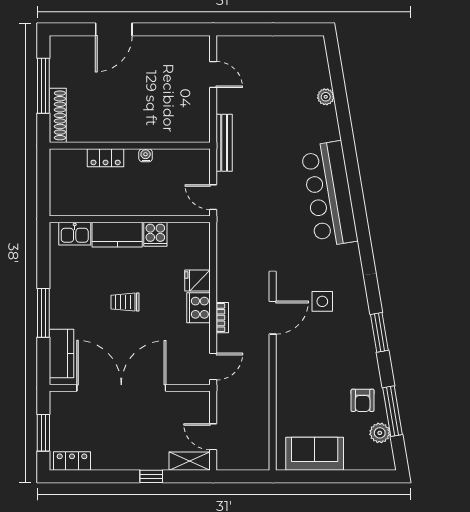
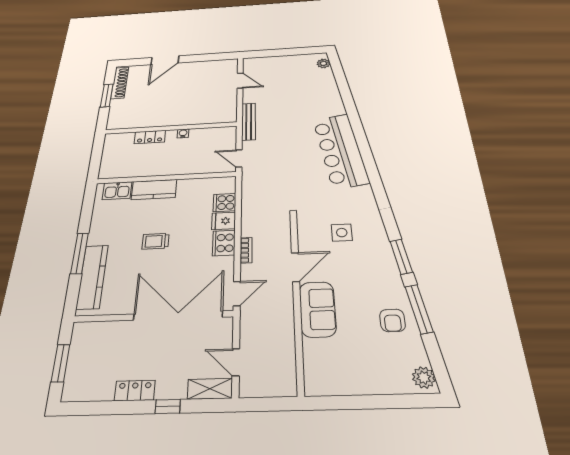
window: (43, 86) -> (107, 95), width x0.69
plant: (326, 97) -> (324, 63), moved
shoe rack: (58, 115) -> (120, 83), moved
cooker: (155, 234) -> (225, 203), moved, turned 90
door: (273, 318) -> (295, 267), moved
kitchen counter: (61, 353) -> (92, 277), width x1.50
double door: (121, 388) -> (178, 316), moved
window: (392, 411) -> (419, 309), moved
plant: (380, 433) -> (424, 378), moved
sofa: (315, 454) -> (317, 309), moved, turned 90
locker: (72, 461) -> (135, 391), moved

